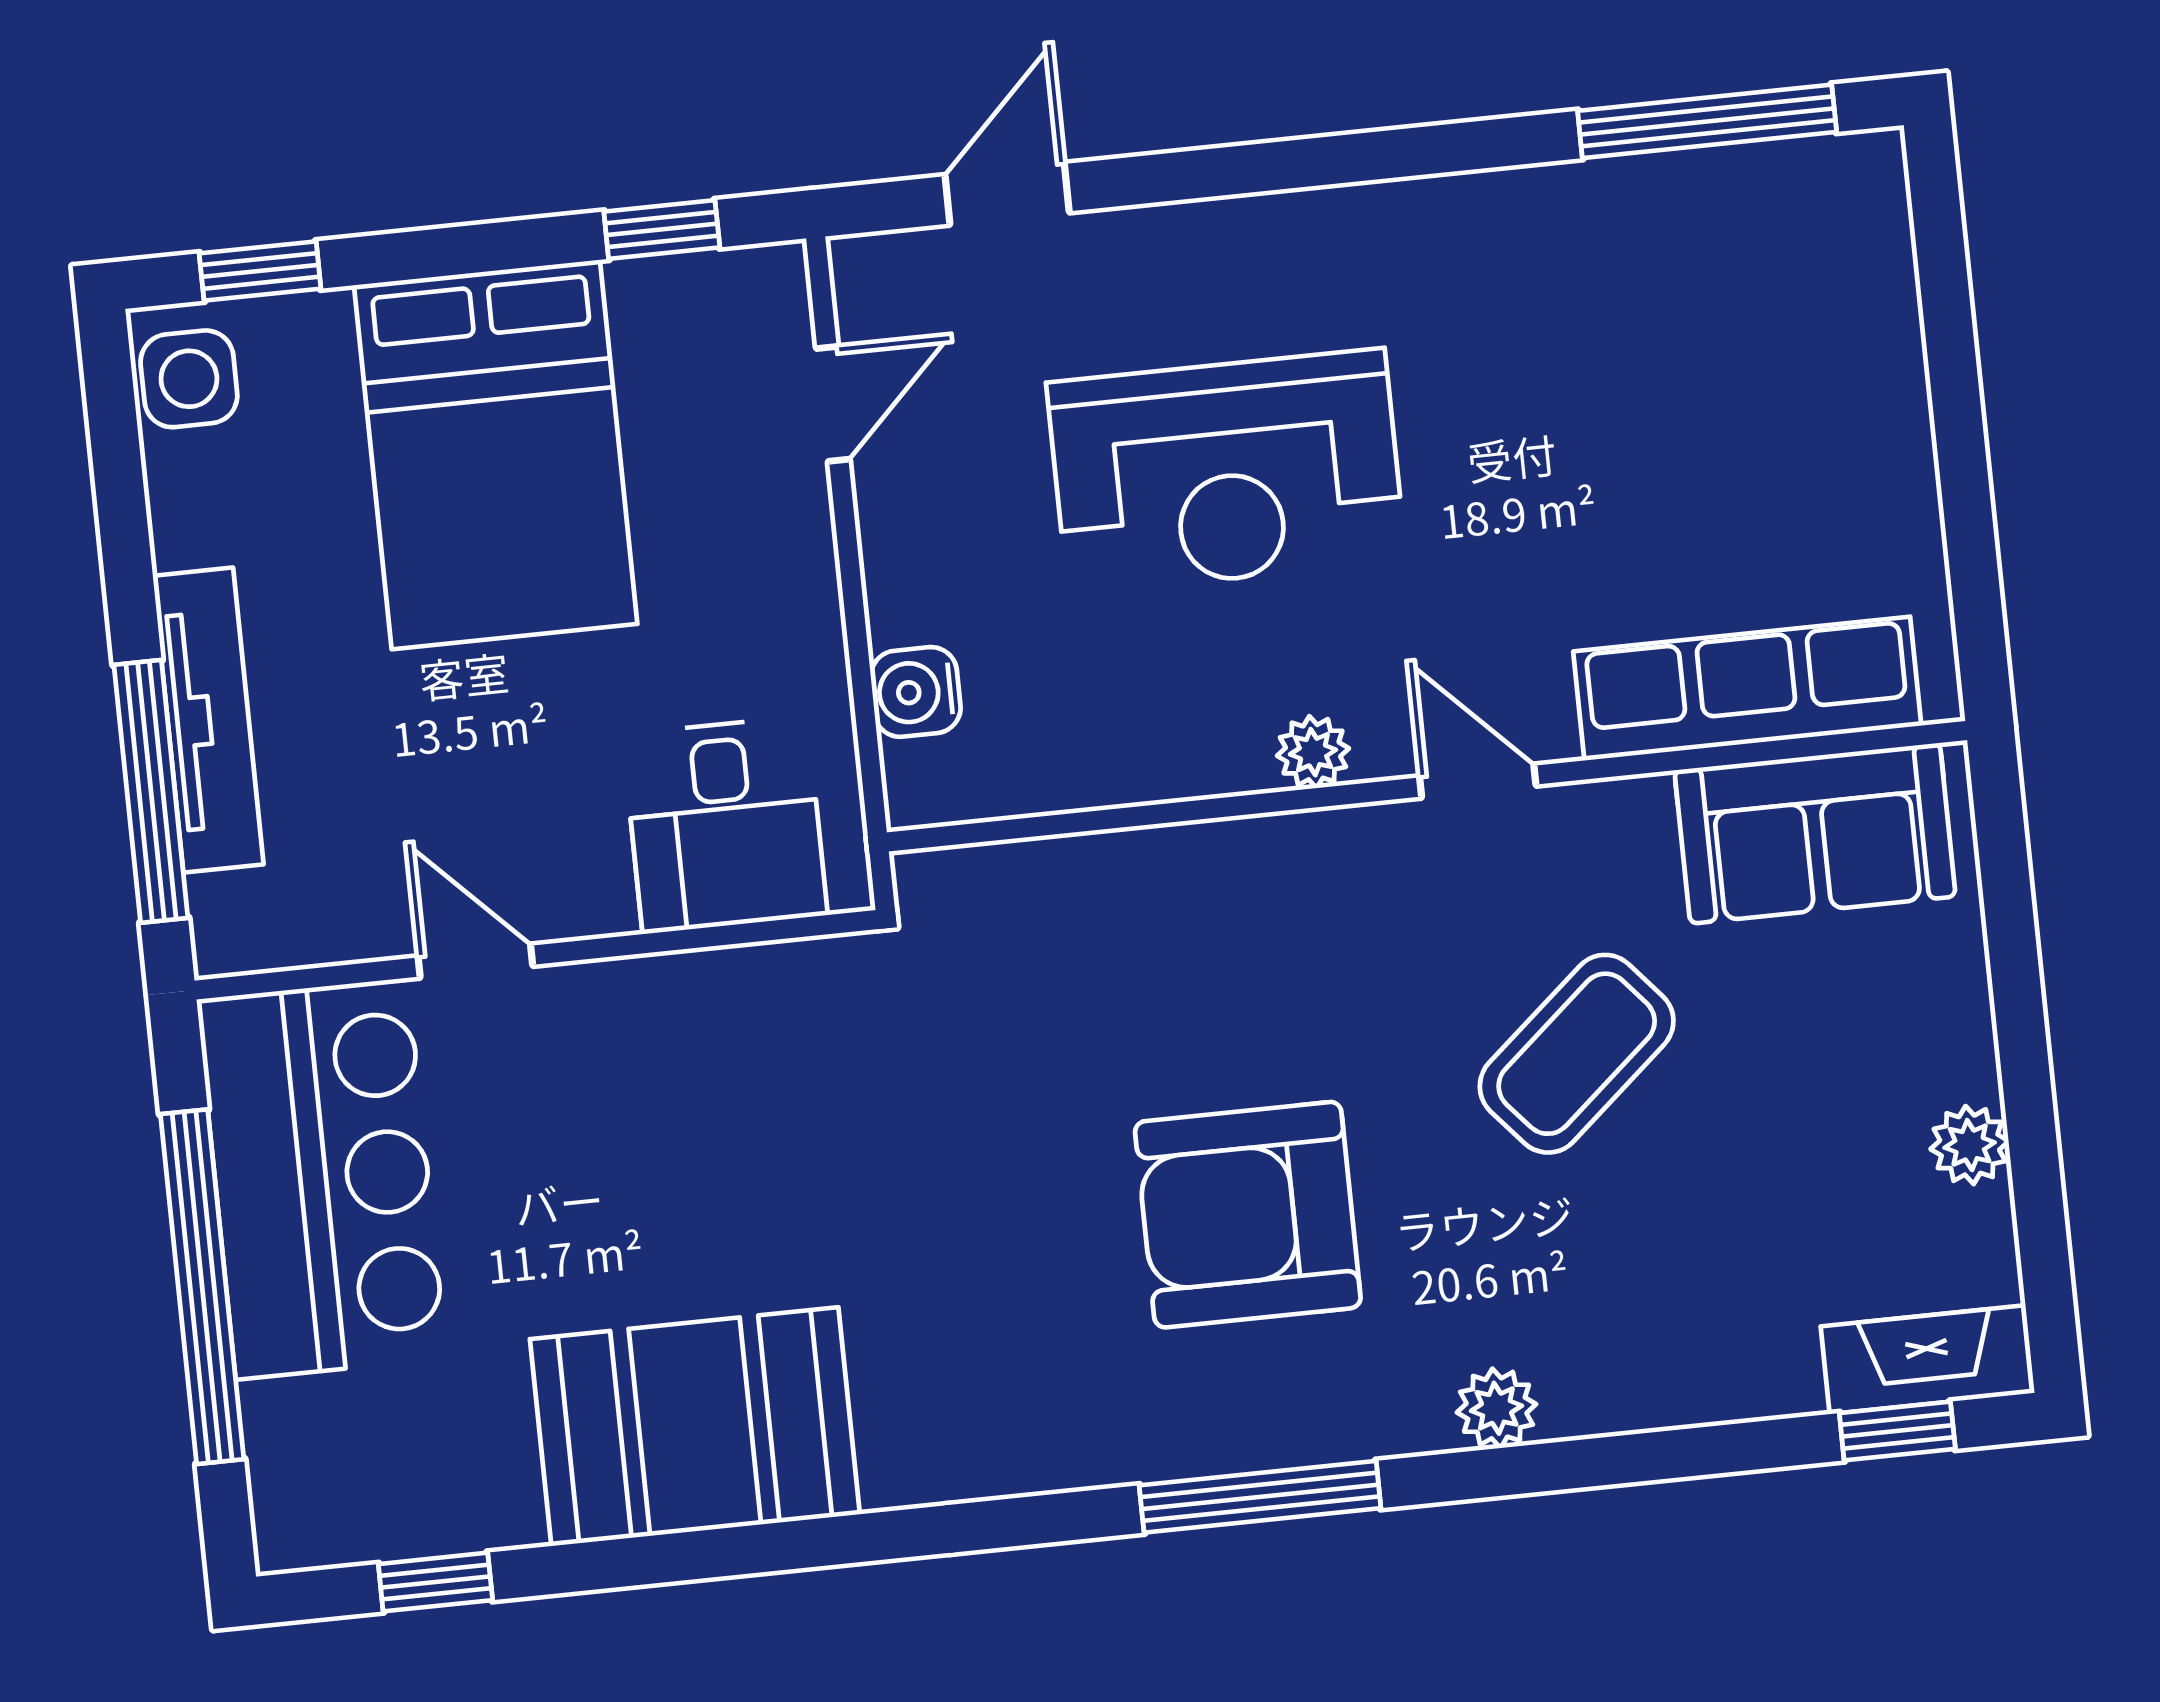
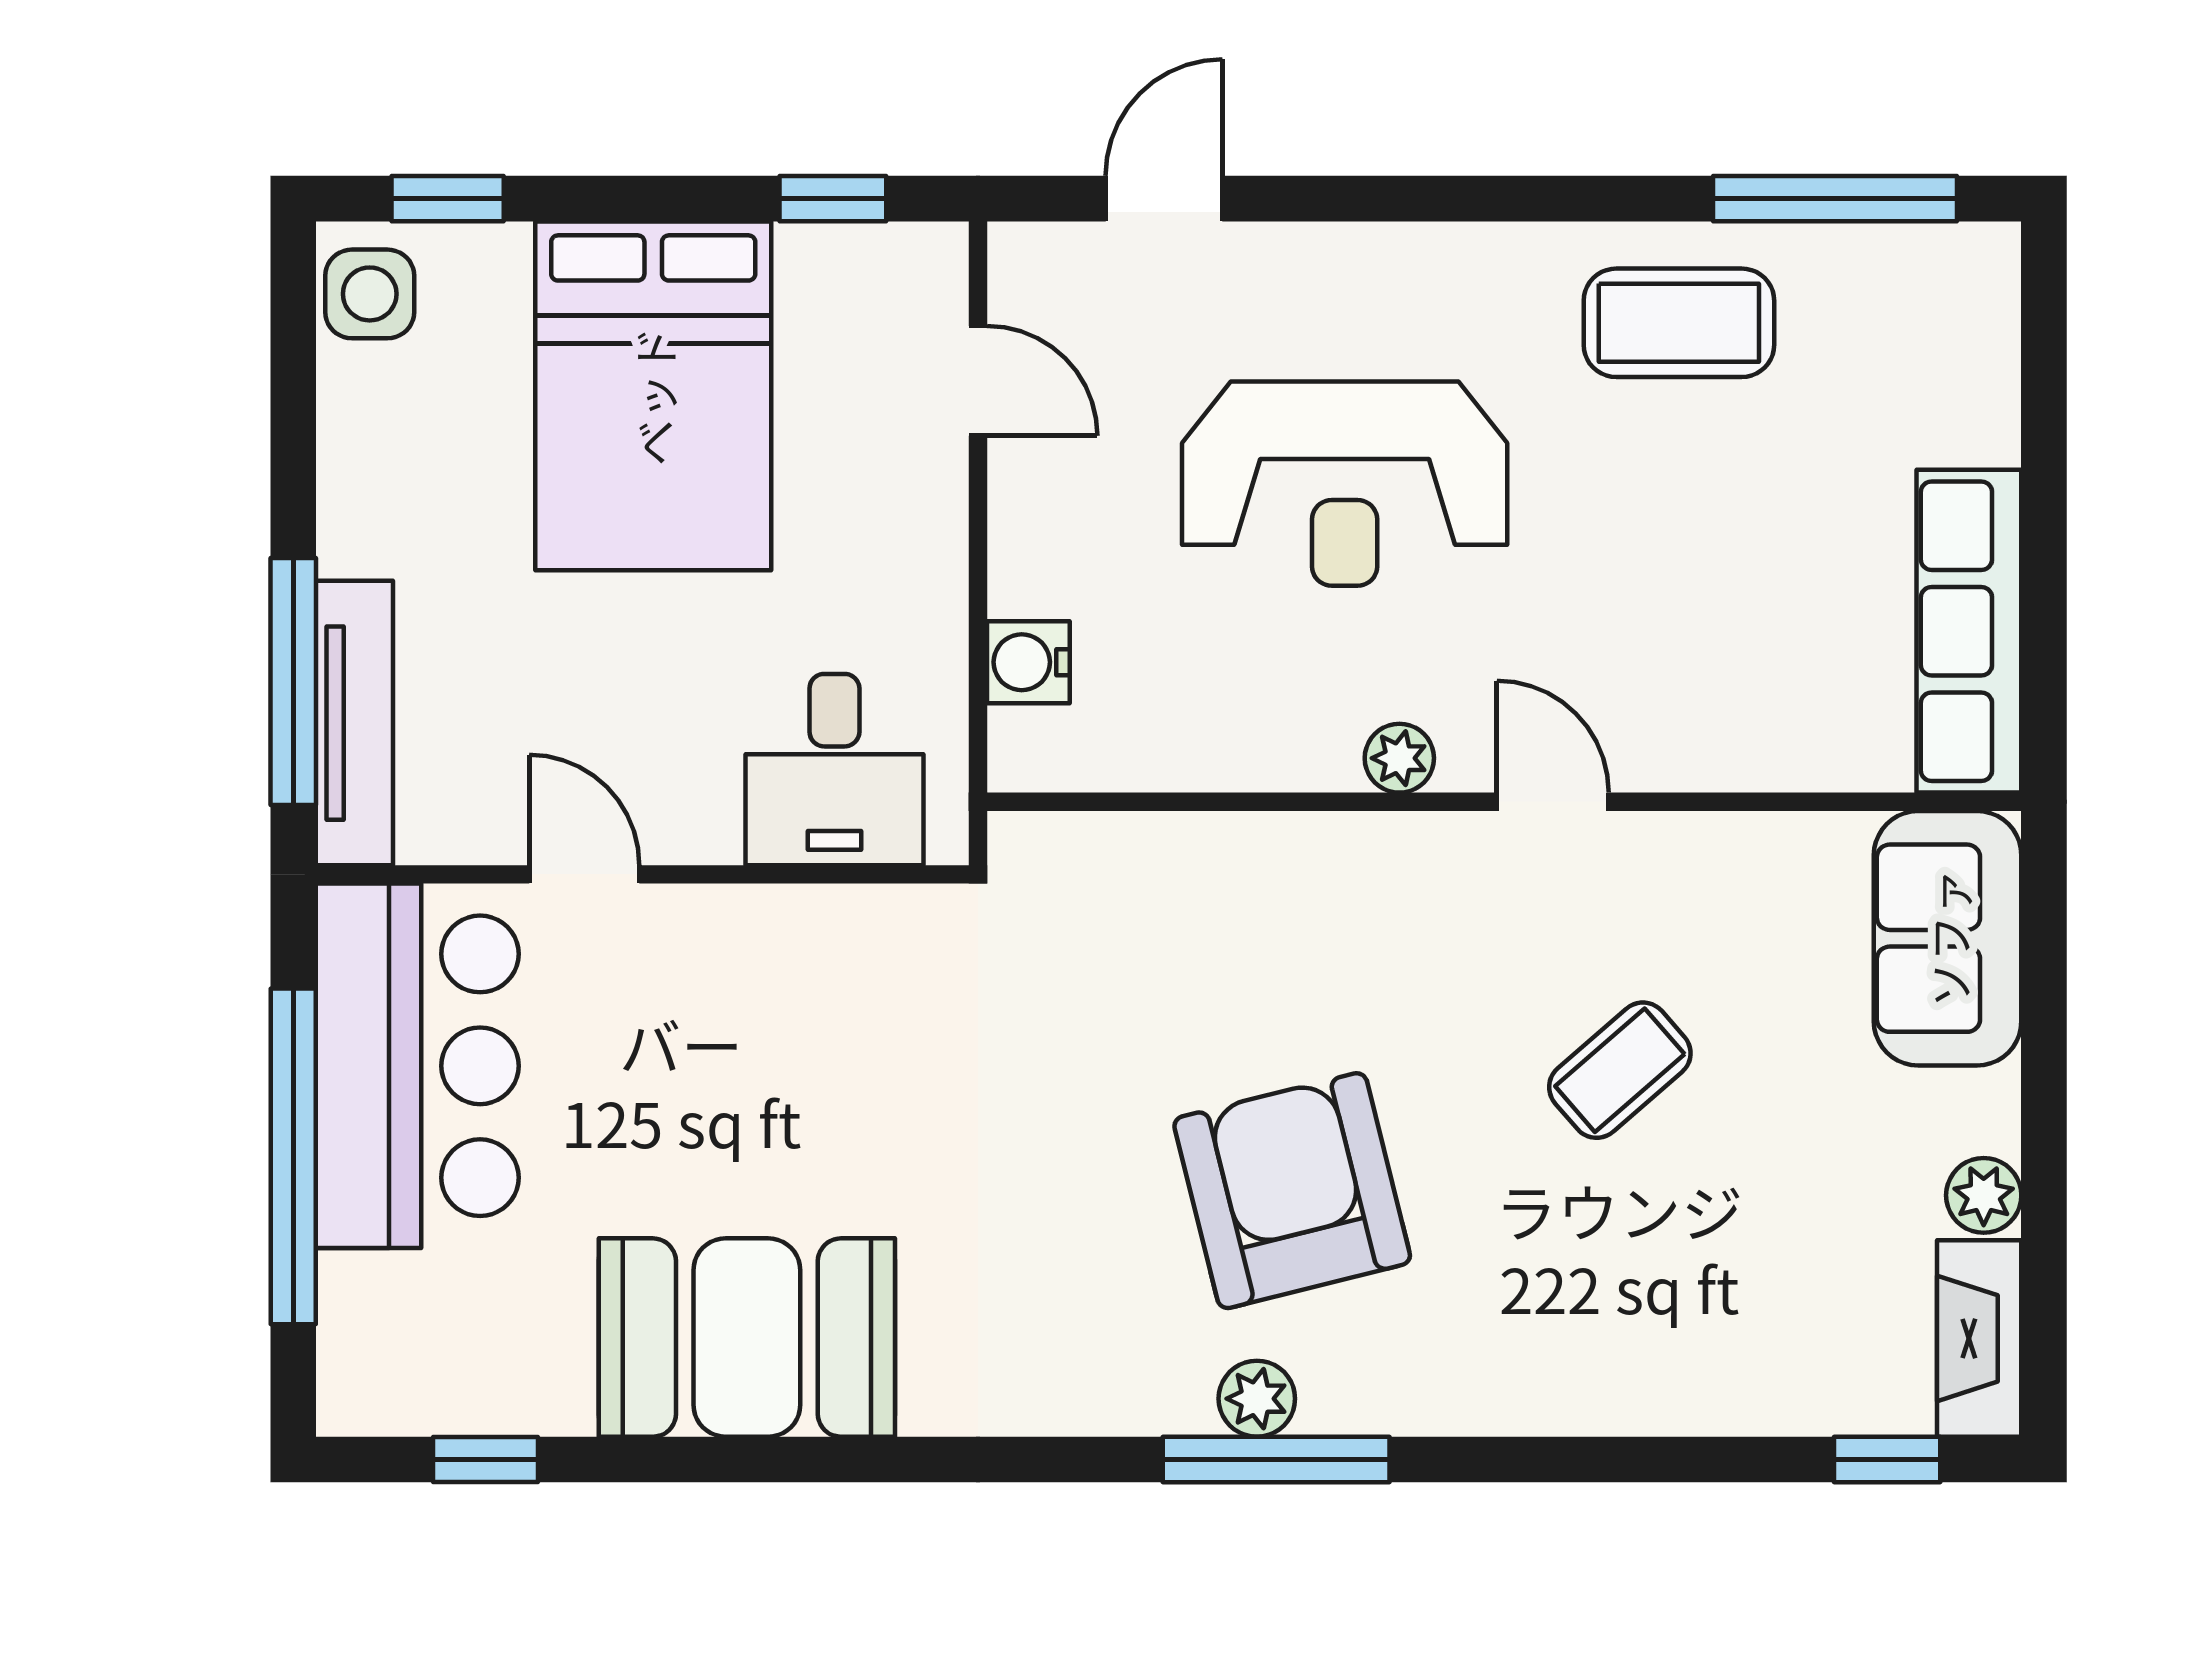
coffee table: (1558, 268) -> (1679, 323), added
door: (833, 404) -> (978, 381), hinge flipped
row of seats: (1747, 689) -> (1969, 631), moved, turned -90
tv unit: (208, 720) -> (354, 723), moved
sofa: (1815, 833) -> (1948, 938), moved, turned 90
coffee table: (1577, 1054) -> (1620, 1070), width x0.73, depth x0.77
armchair: (1248, 1215) -> (1292, 1191), turned 76
fireplace: (1928, 1360) -> (1979, 1338), moved, turned -90
plant: (1496, 1408) -> (1257, 1399), moved

